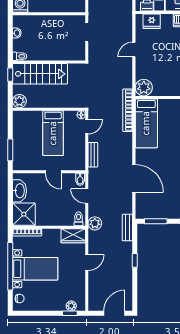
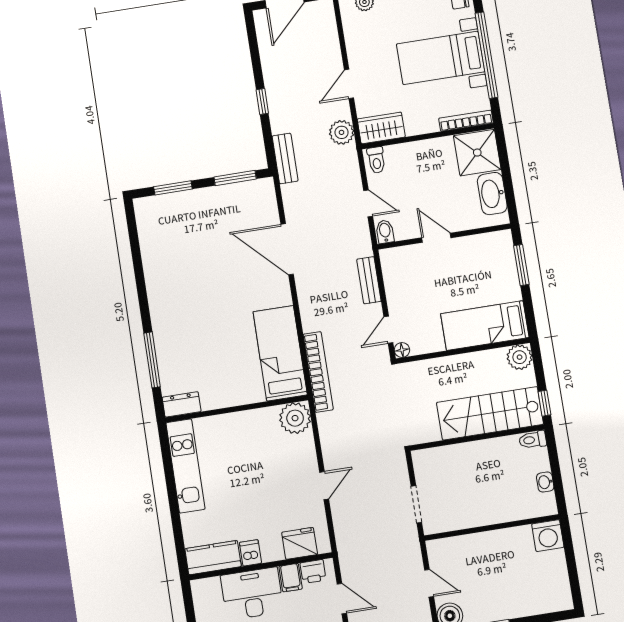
bed: (53, 133) -> (485, 326), moved, turned -90
plant: (95, 223) -> (342, 132), moved

